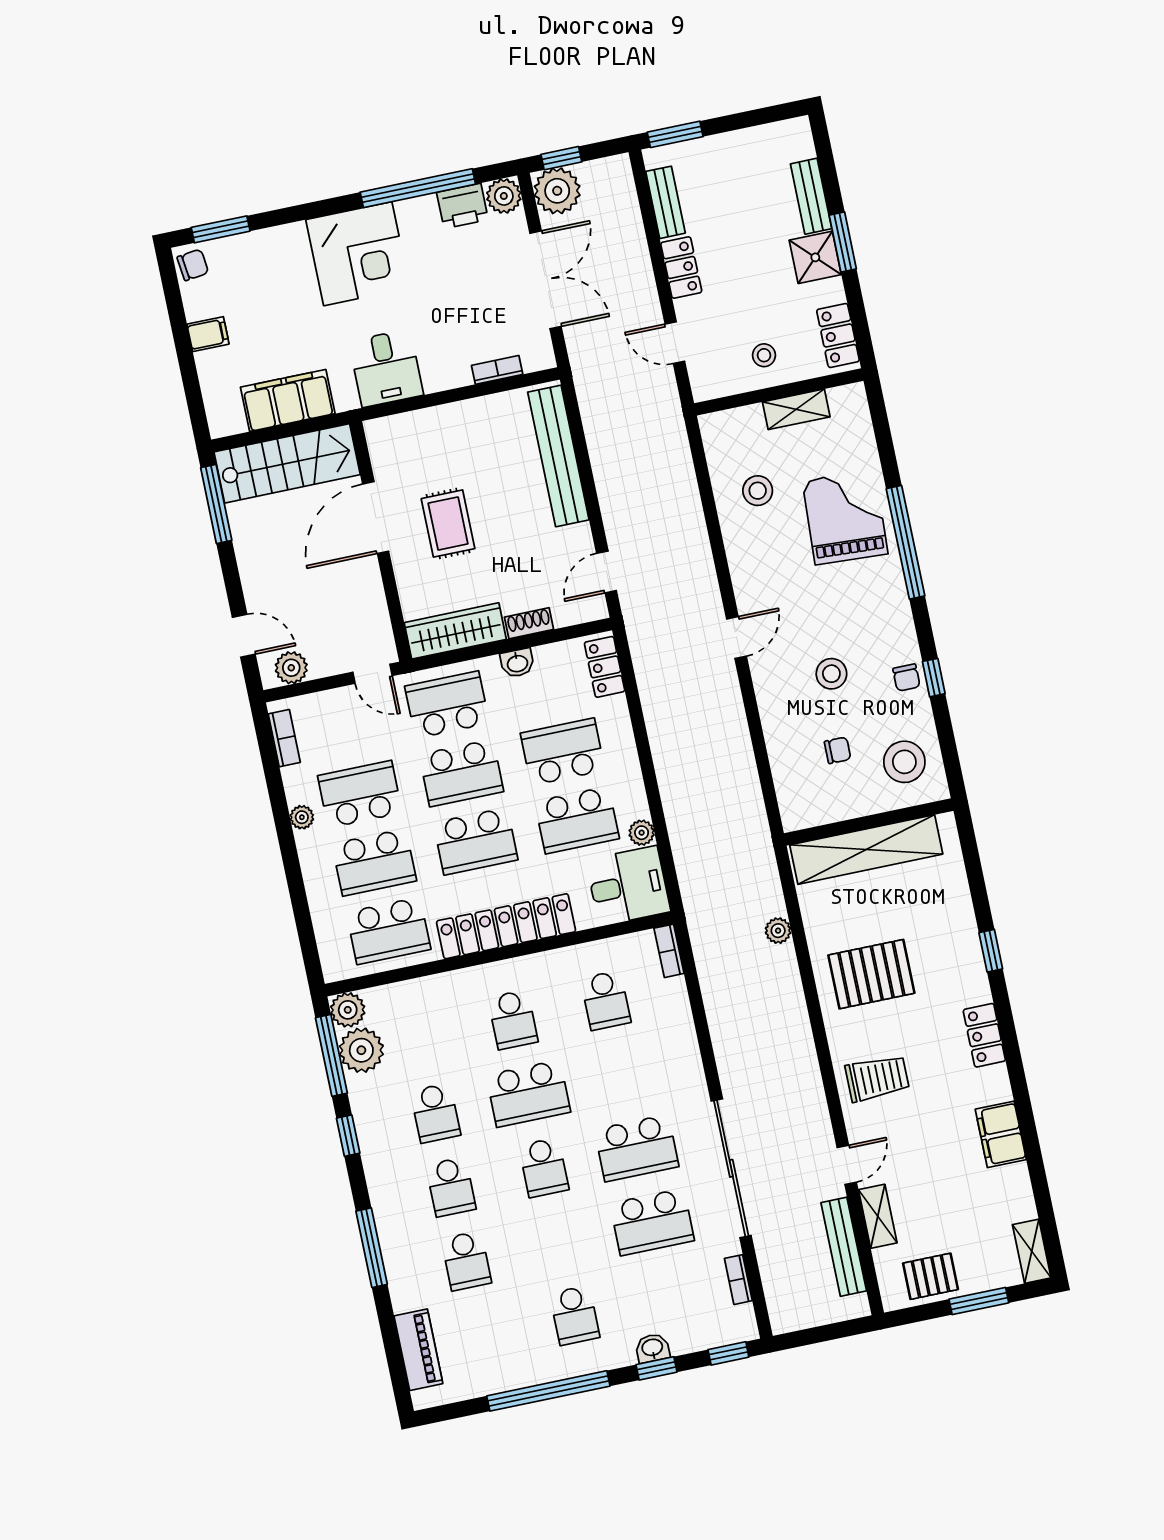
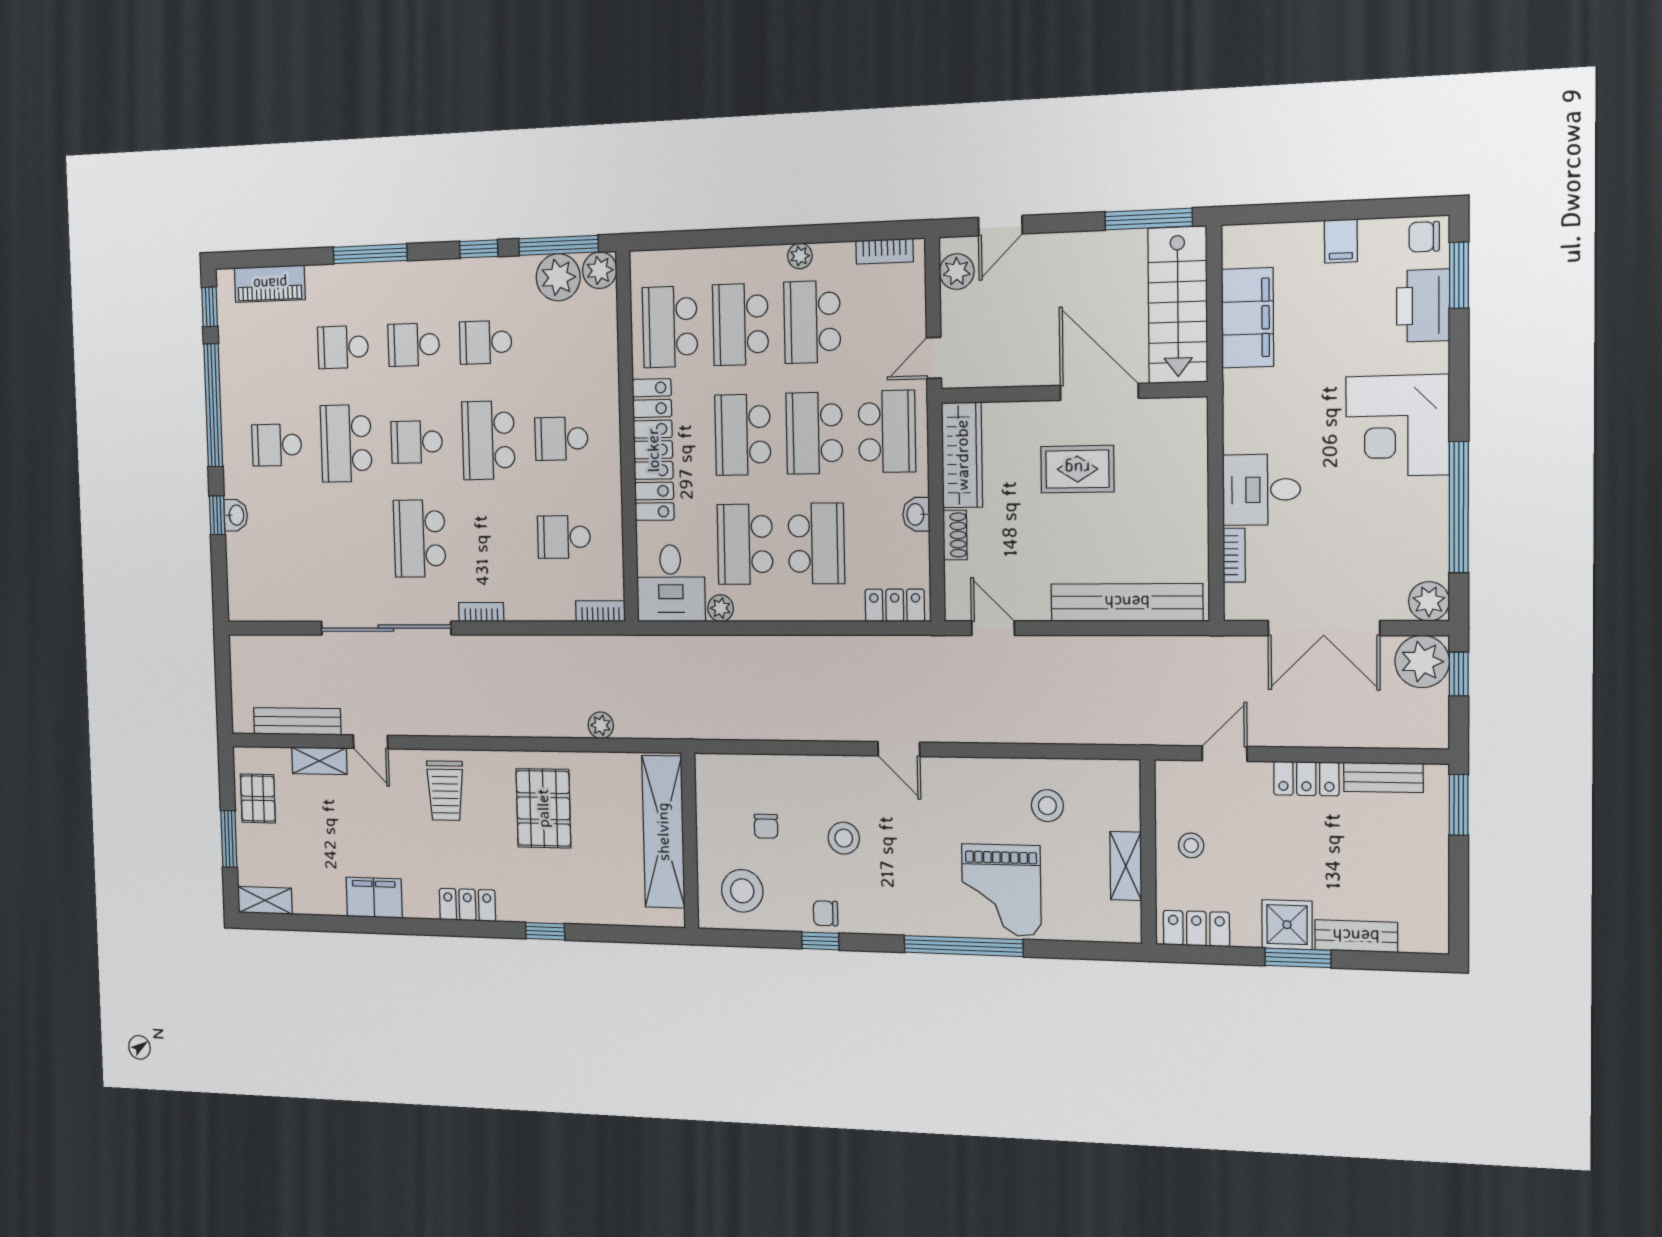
printer: (462, 206) -> (1423, 306), moved, width x1.37, depth x1.19
chair: (193, 265) -> (1424, 237), turned 97
desk: (386, 368) -> (1261, 490), moved
grand piano: (845, 517) -> (1001, 890), turned 87
school desk: (360, 794) -> (812, 322), turned 180
school desk: (652, 1222) -> (346, 443), moved
bookcase: (738, 1280) -> (481, 612), moved
window: (728, 1353) -> (210, 307), moved

